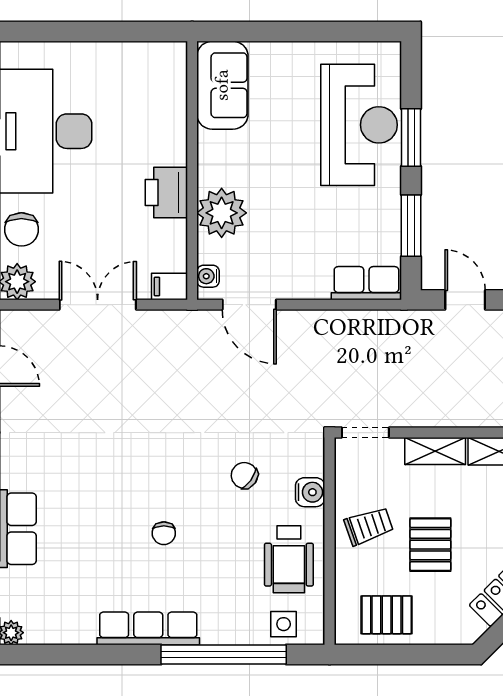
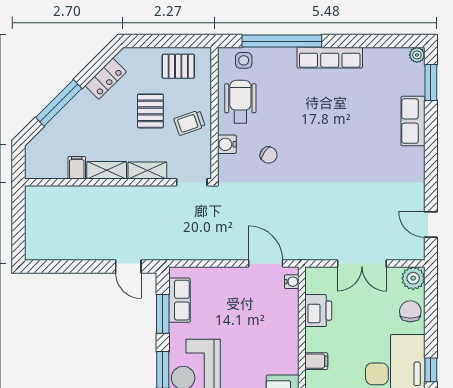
printer: (166, 192) -> (318, 311), moved
plant: (222, 213) -> (283, 322), removed
row of seats: (366, 283) -> (179, 300), moved, turned -90
filing cabinet: (169, 287) -> (316, 361), moved
chair: (164, 533) -> (320, 118), removed

